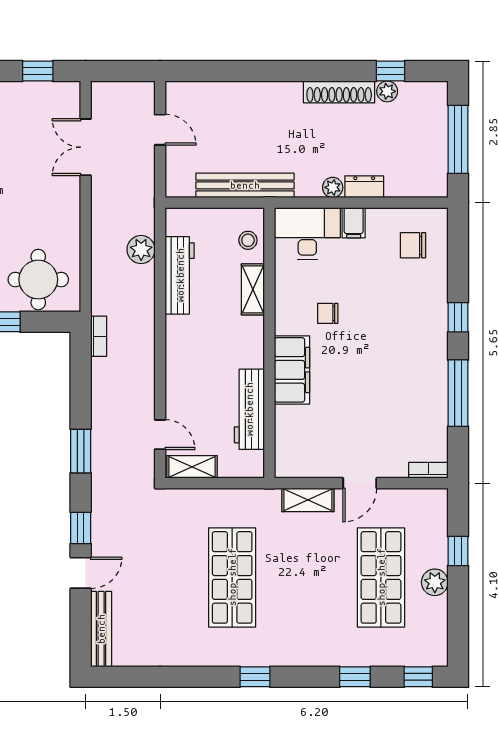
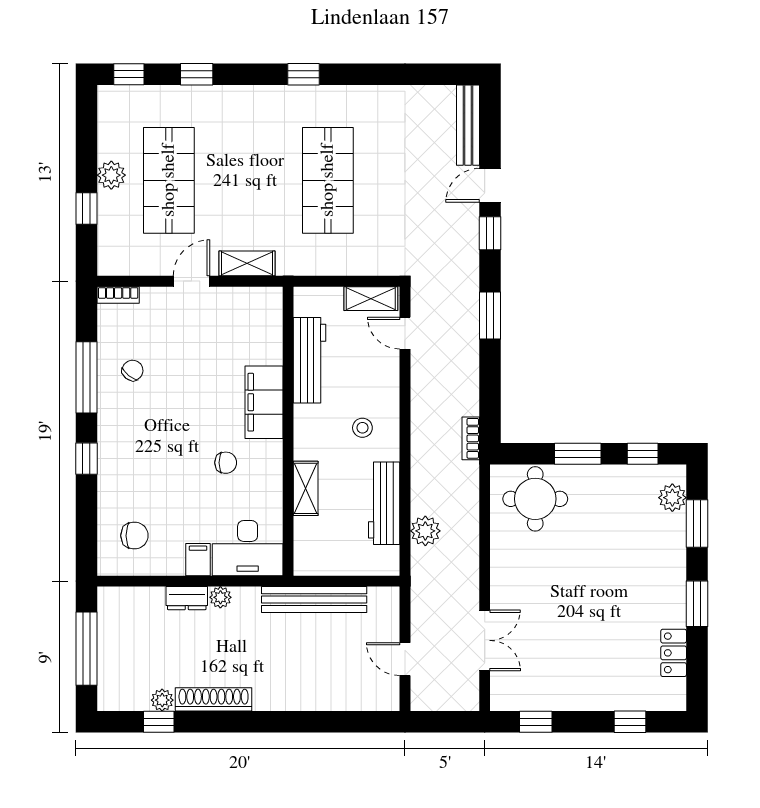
stool: (248, 240) -> (362, 428), moved
chair: (415, 400) -> (133, 370), added

